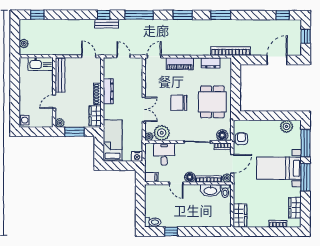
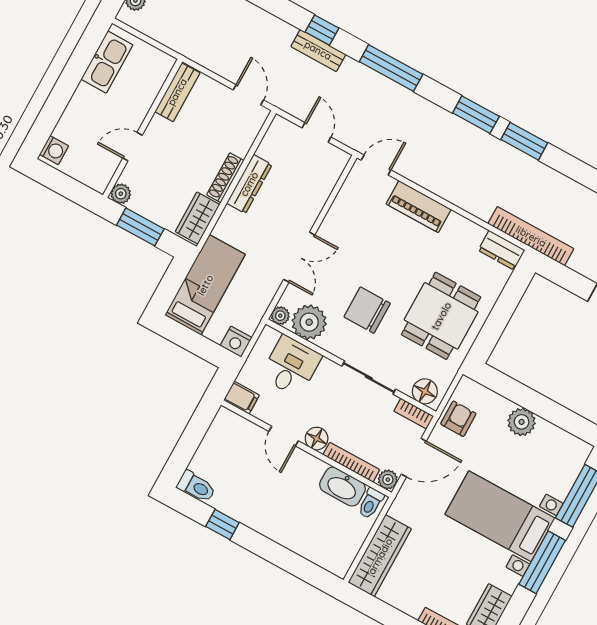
window: (221, 15) -> (524, 141), moved
dresser: (211, 63) -> (502, 250), moved
kitchen sink: (41, 64) -> (107, 62), moved, turned -90
bench: (60, 75) -> (177, 92), width x0.73
chair: (179, 103) -> (367, 310), moved
plant: (286, 126) -> (522, 422), moved
wardrobe: (240, 216) -> (380, 556), width x1.50

